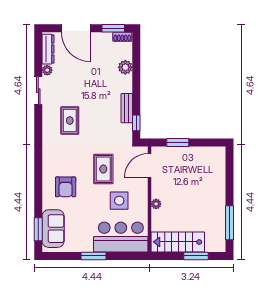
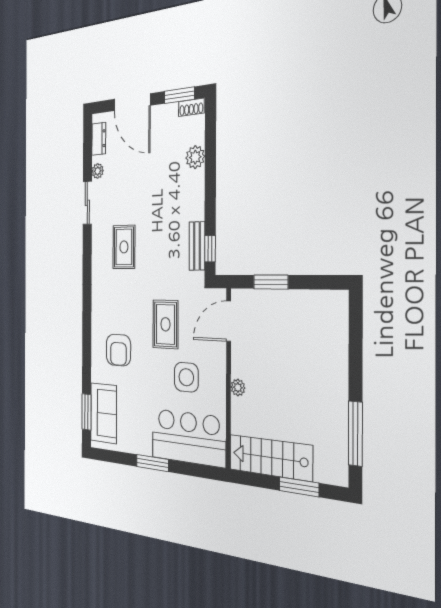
dresser: (48, 49) -> (99, 139), width x0.70
bench: (127, 108) -> (197, 246), moved

